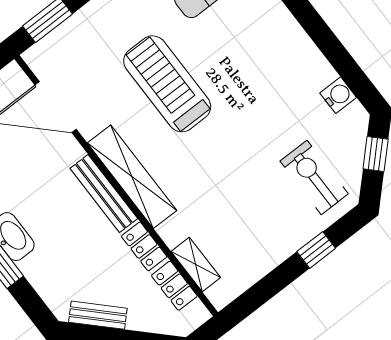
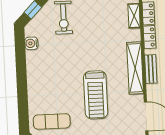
bench: (104, 193) -> (151, 69), width x0.73

